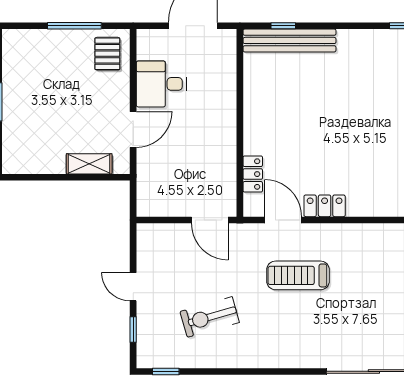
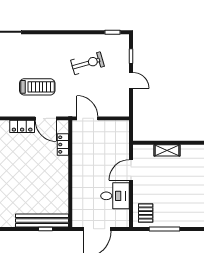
shelving: (89, 164) -> (167, 150), moved

